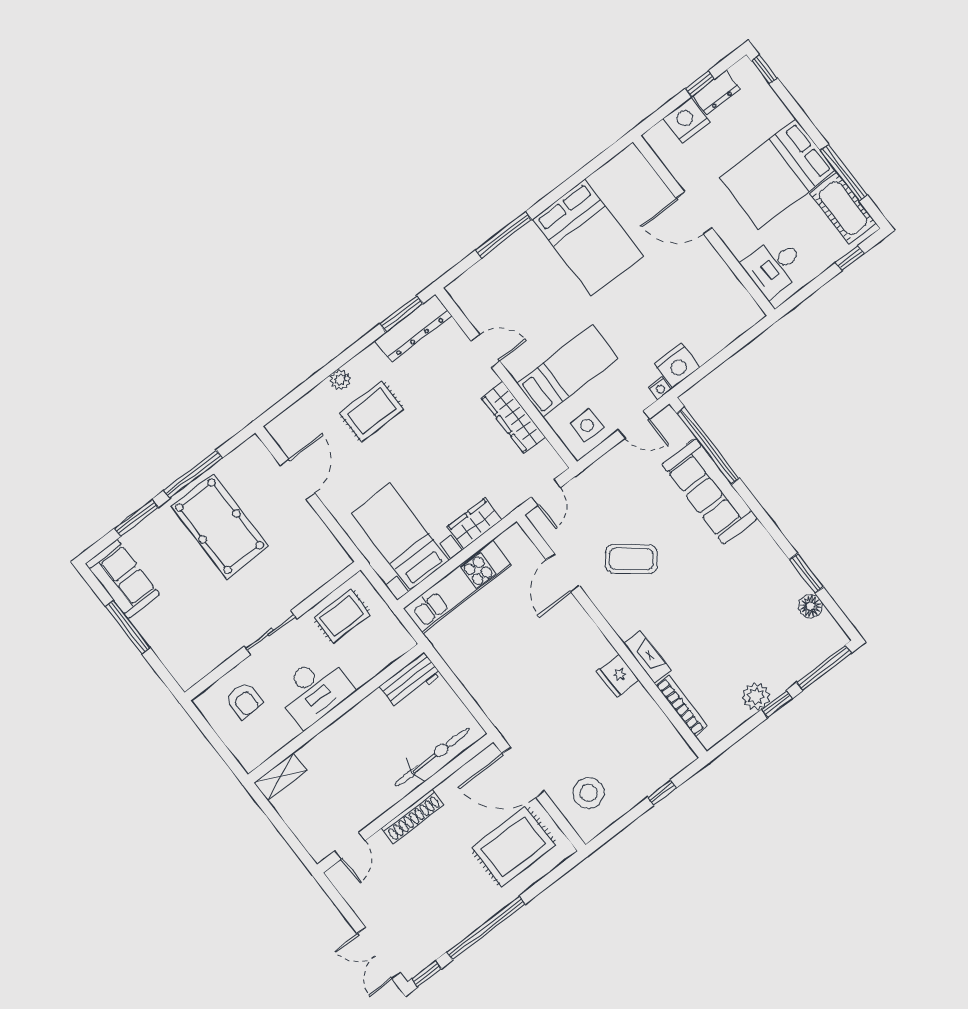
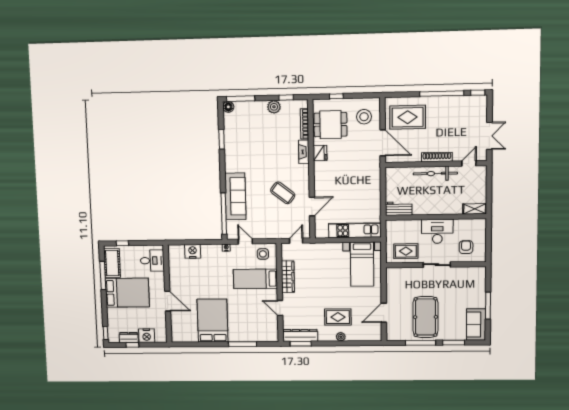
nightstand: (677, 366) -> (193, 251), moved
wardrobe: (475, 523) -> (331, 249), removed
floor lamp: (811, 606) -> (228, 107), moved
window: (777, 704) -> (286, 98), moved
dining table: (636, 737) -> (330, 125), added
bicycle: (432, 757) -> (435, 173), moved
double door: (379, 953) -> (489, 136), moved

